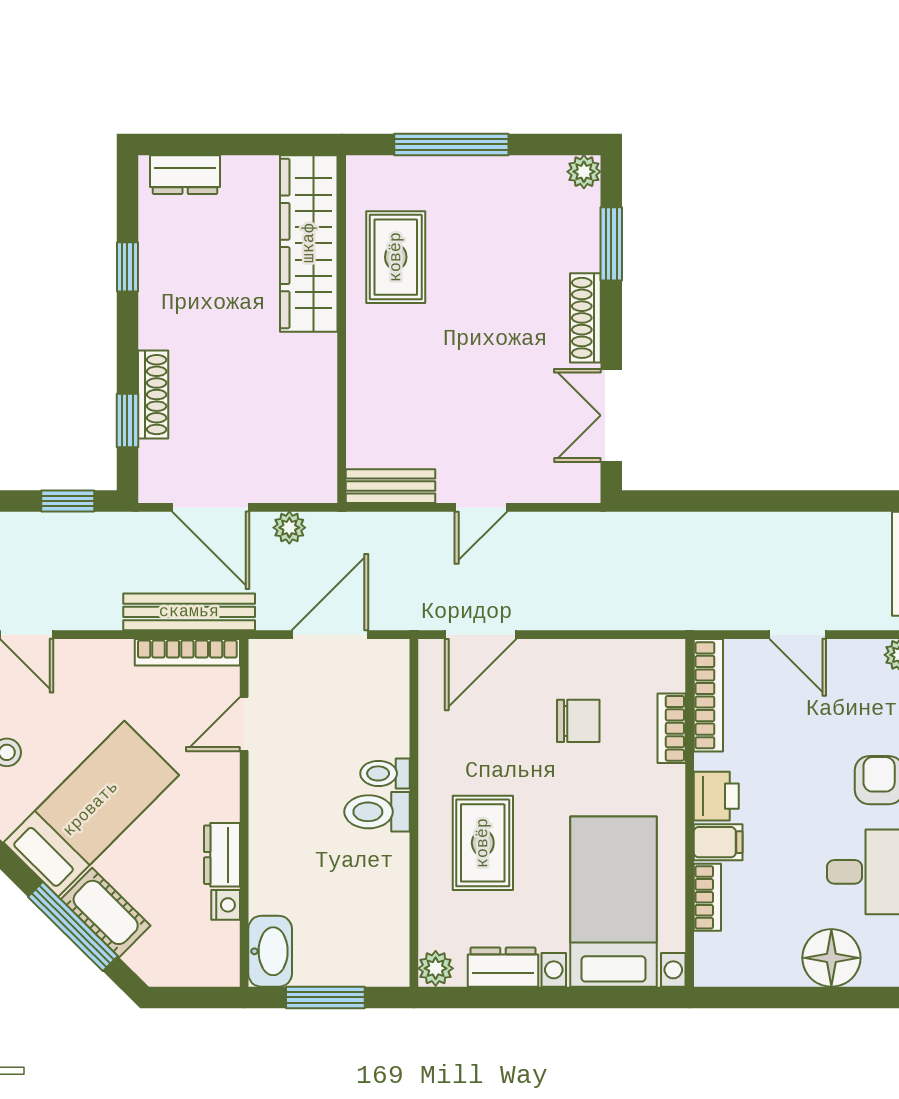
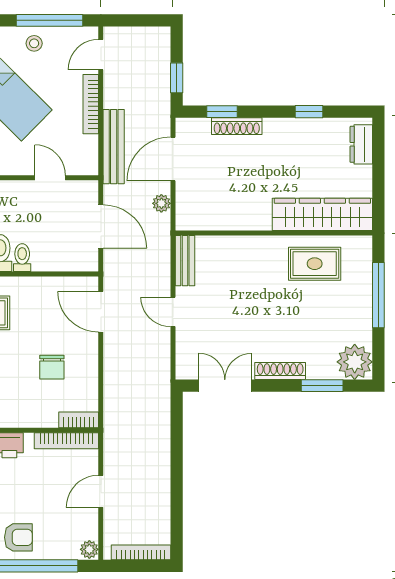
plant: (584, 172) -> (355, 362), width x1.87, depth x1.87
bookcase: (187, 652) -> (91, 104), moved
bookcase: (672, 728) -> (79, 420), moved

